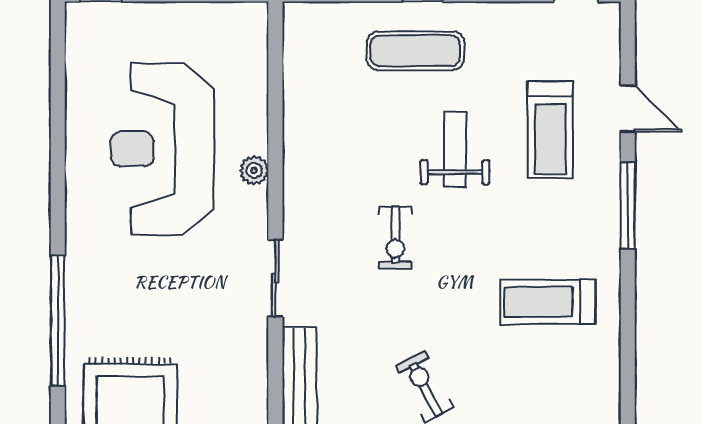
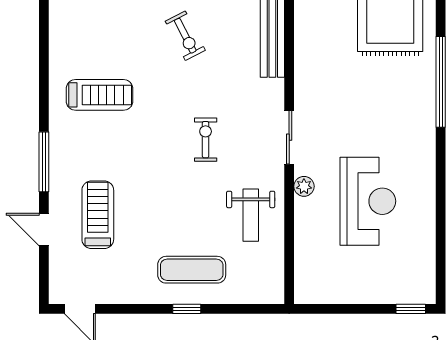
reception desk: (162, 149) -> (368, 201), width x0.74, depth x0.77
weight bench: (455, 150) -> (251, 215), moved
sliding door: (275, 278) -> (289, 137), moved

